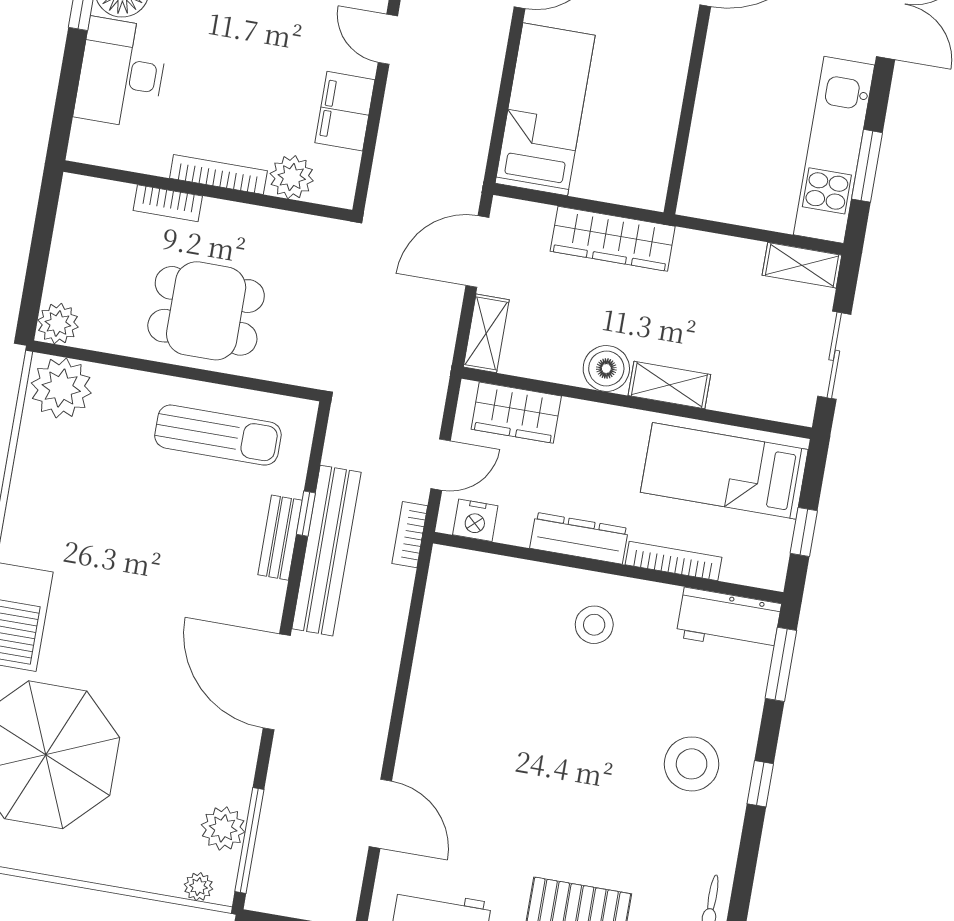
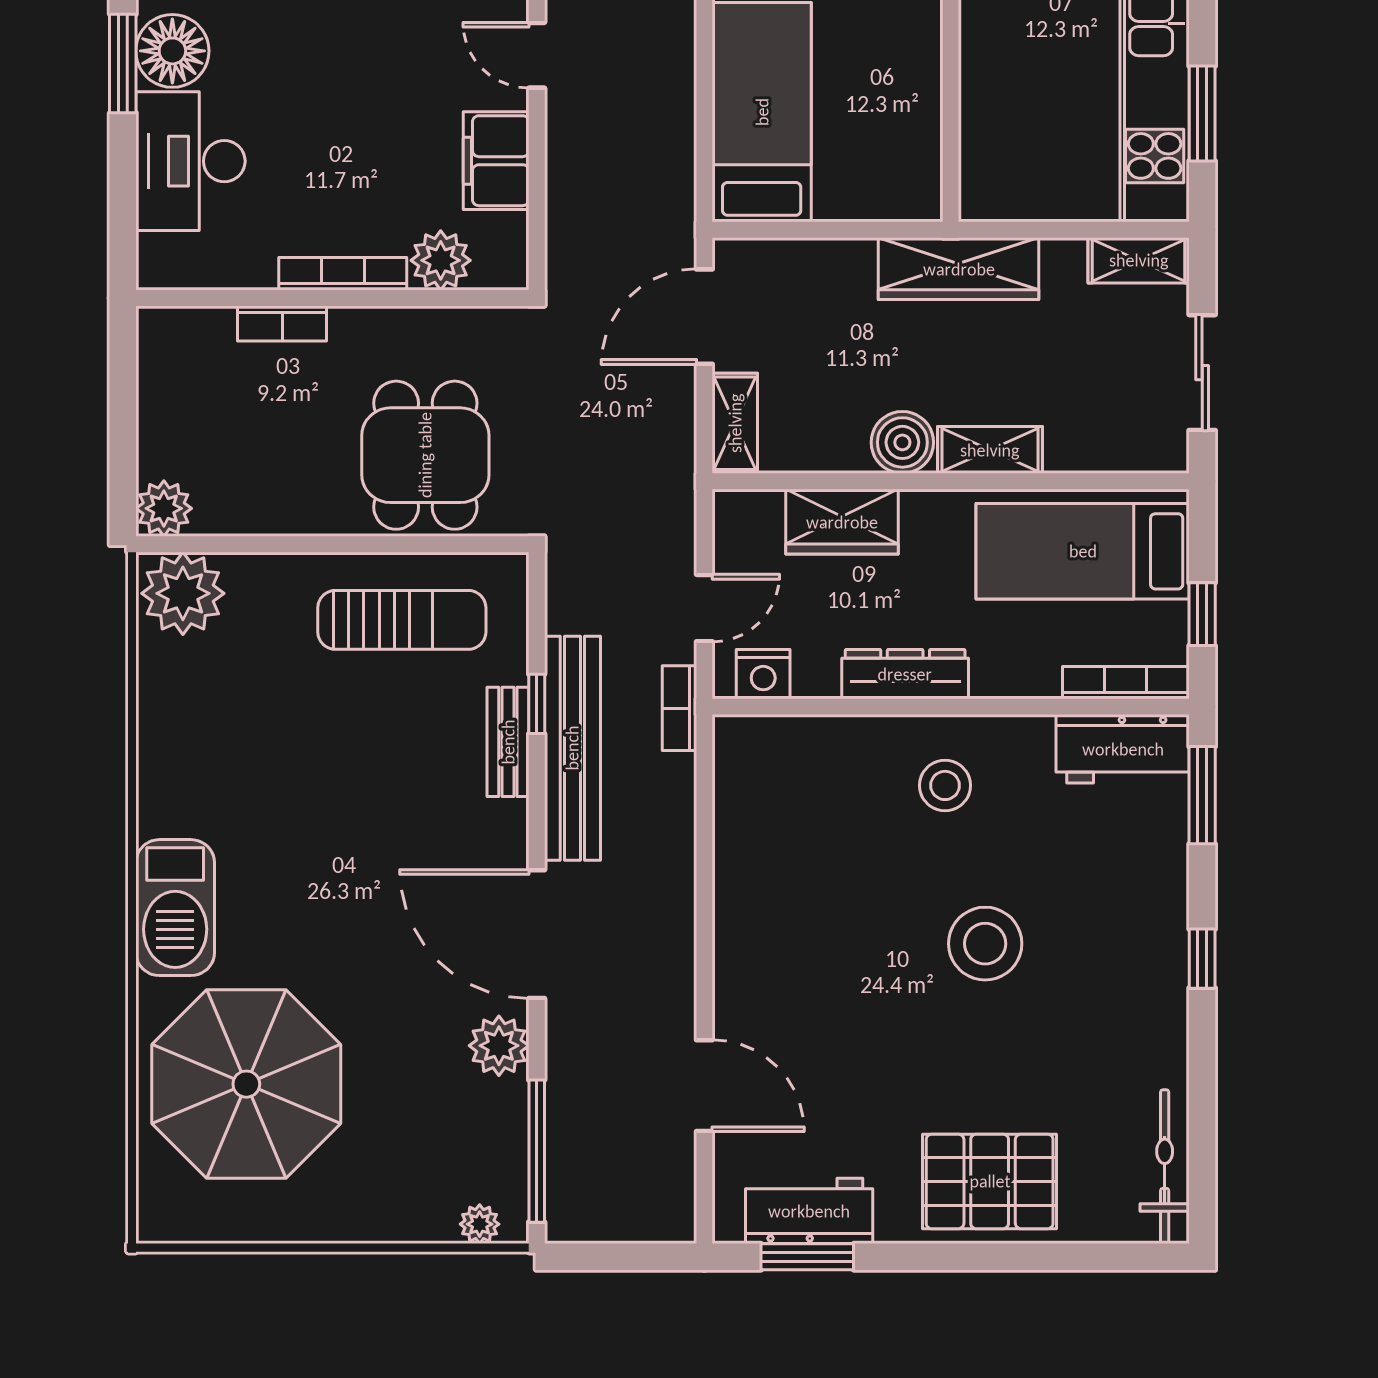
wardrobe: (613, 239) -> (959, 269), moved
dining table: (206, 311) -> (425, 455), moved, turned 90
wardrobe: (516, 413) -> (842, 522), moved
bookcase: (673, 561) -> (1126, 683), moved
stool: (692, 764) -> (985, 944), moved
plant: (223, 828) -> (499, 1046), moved

